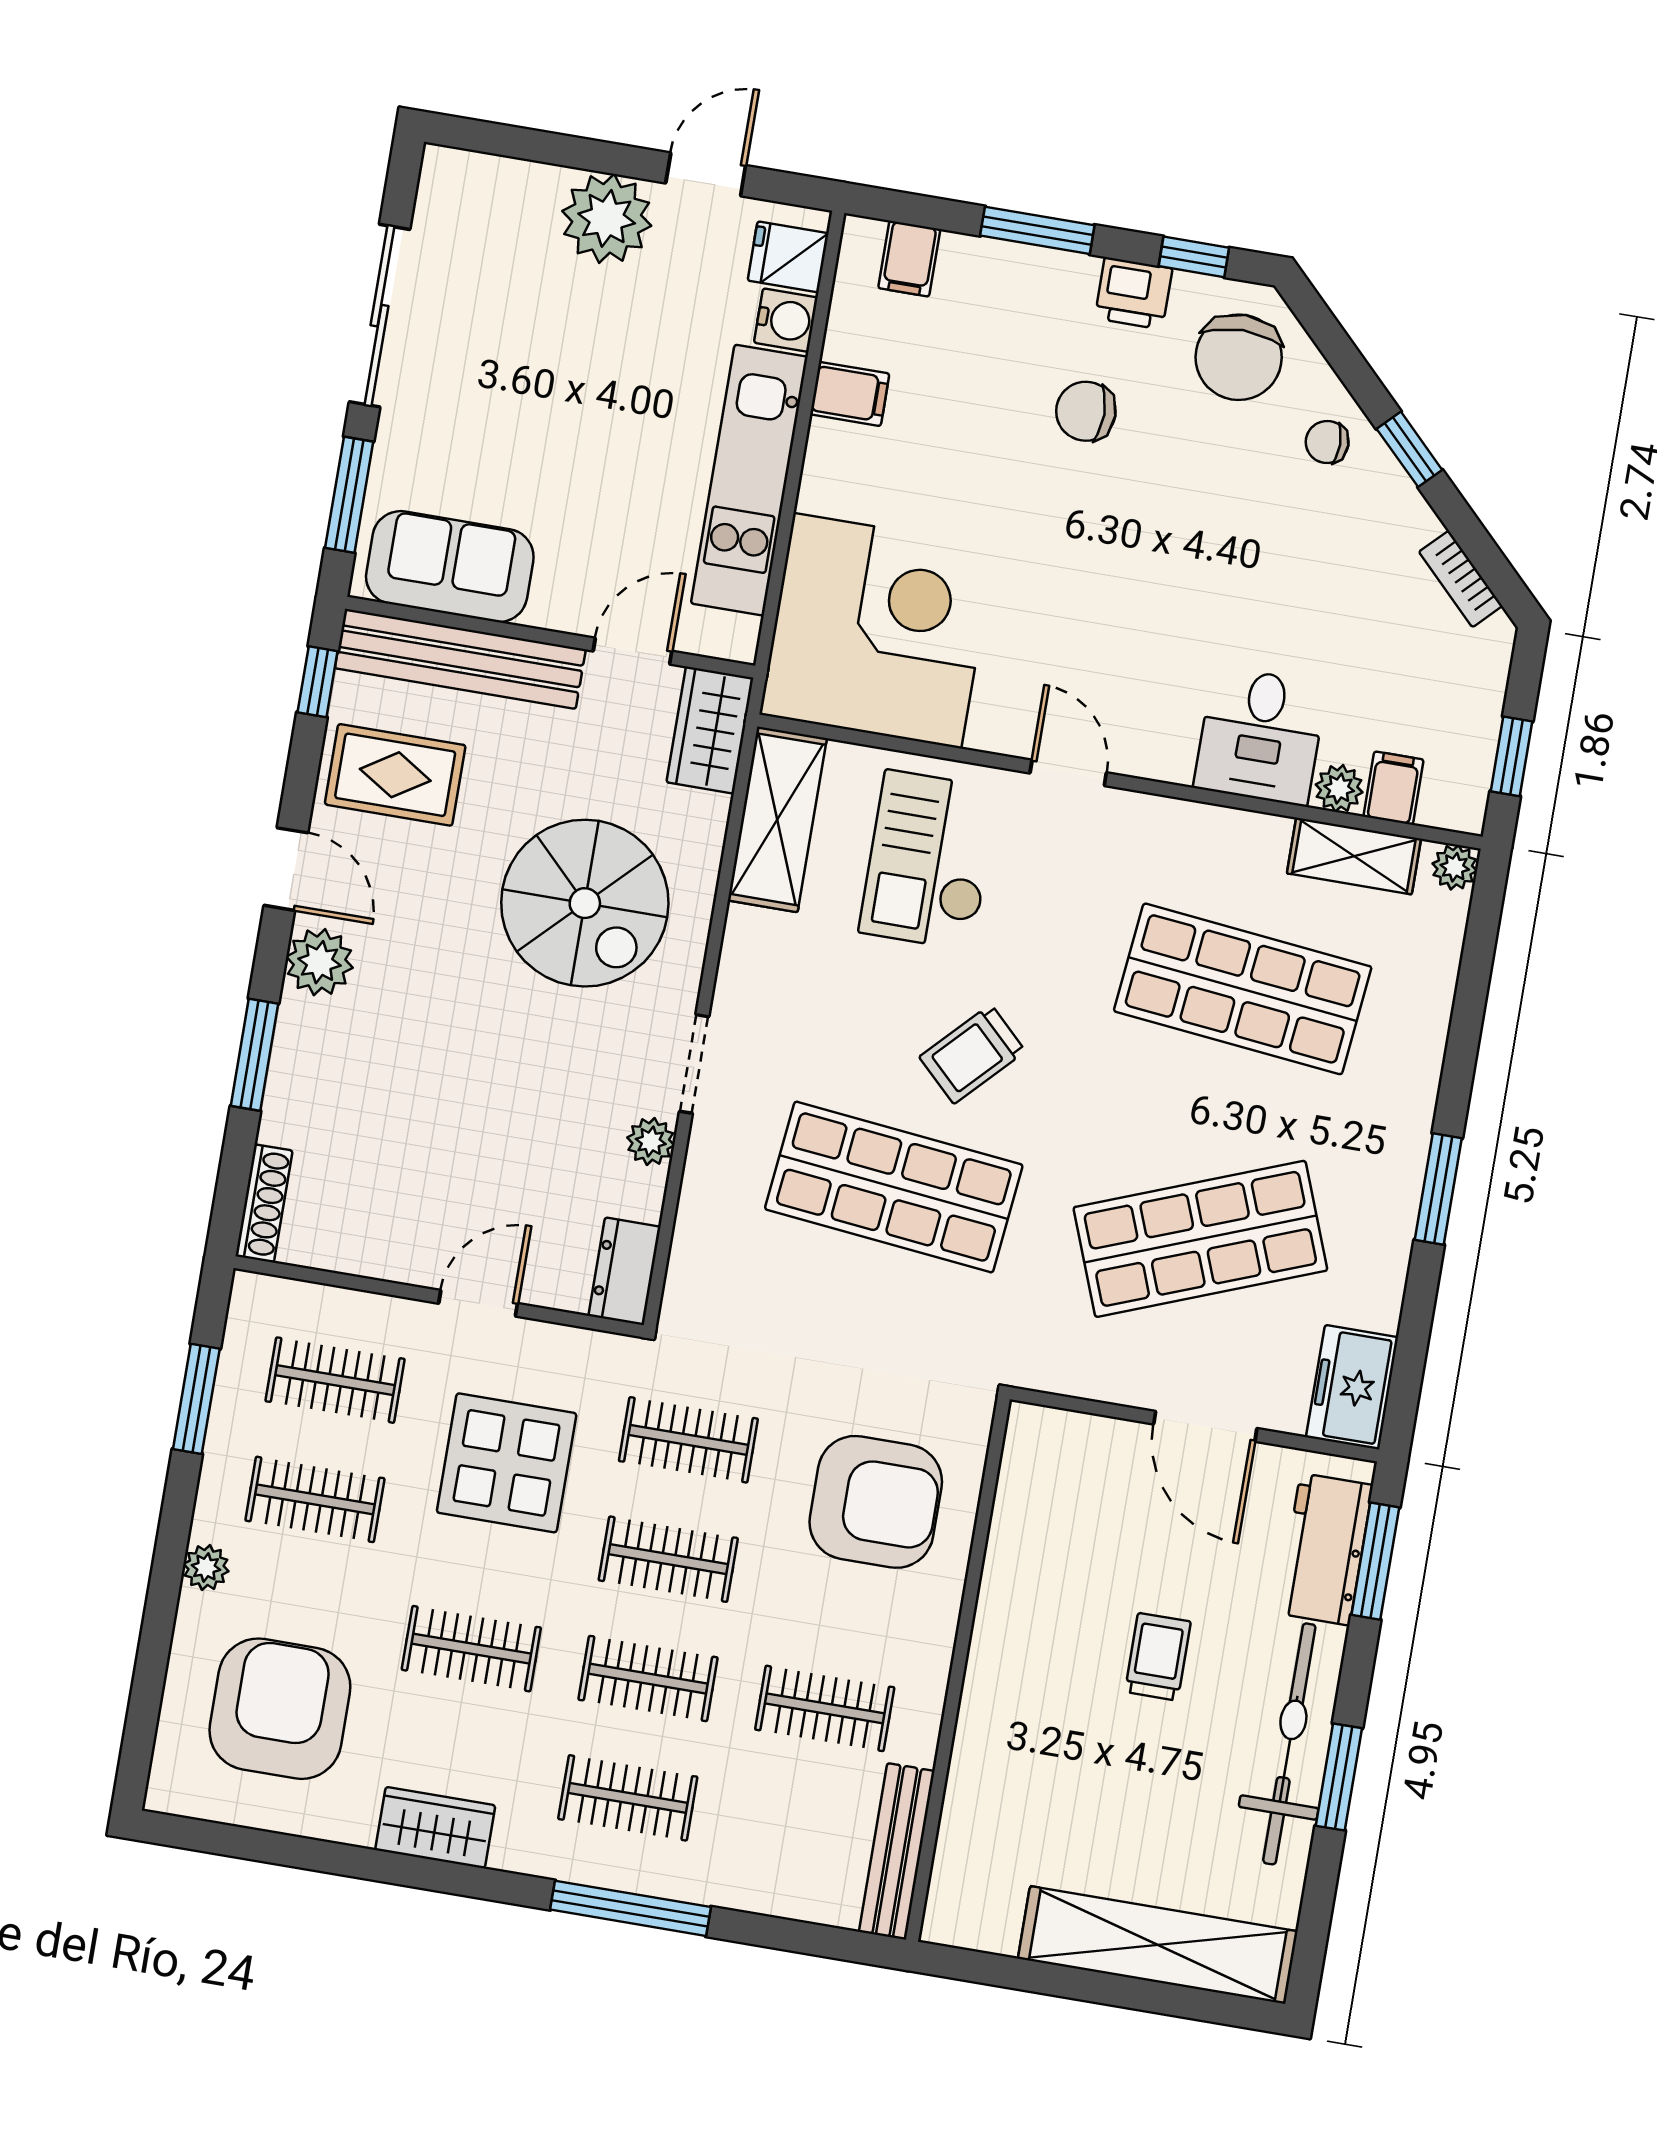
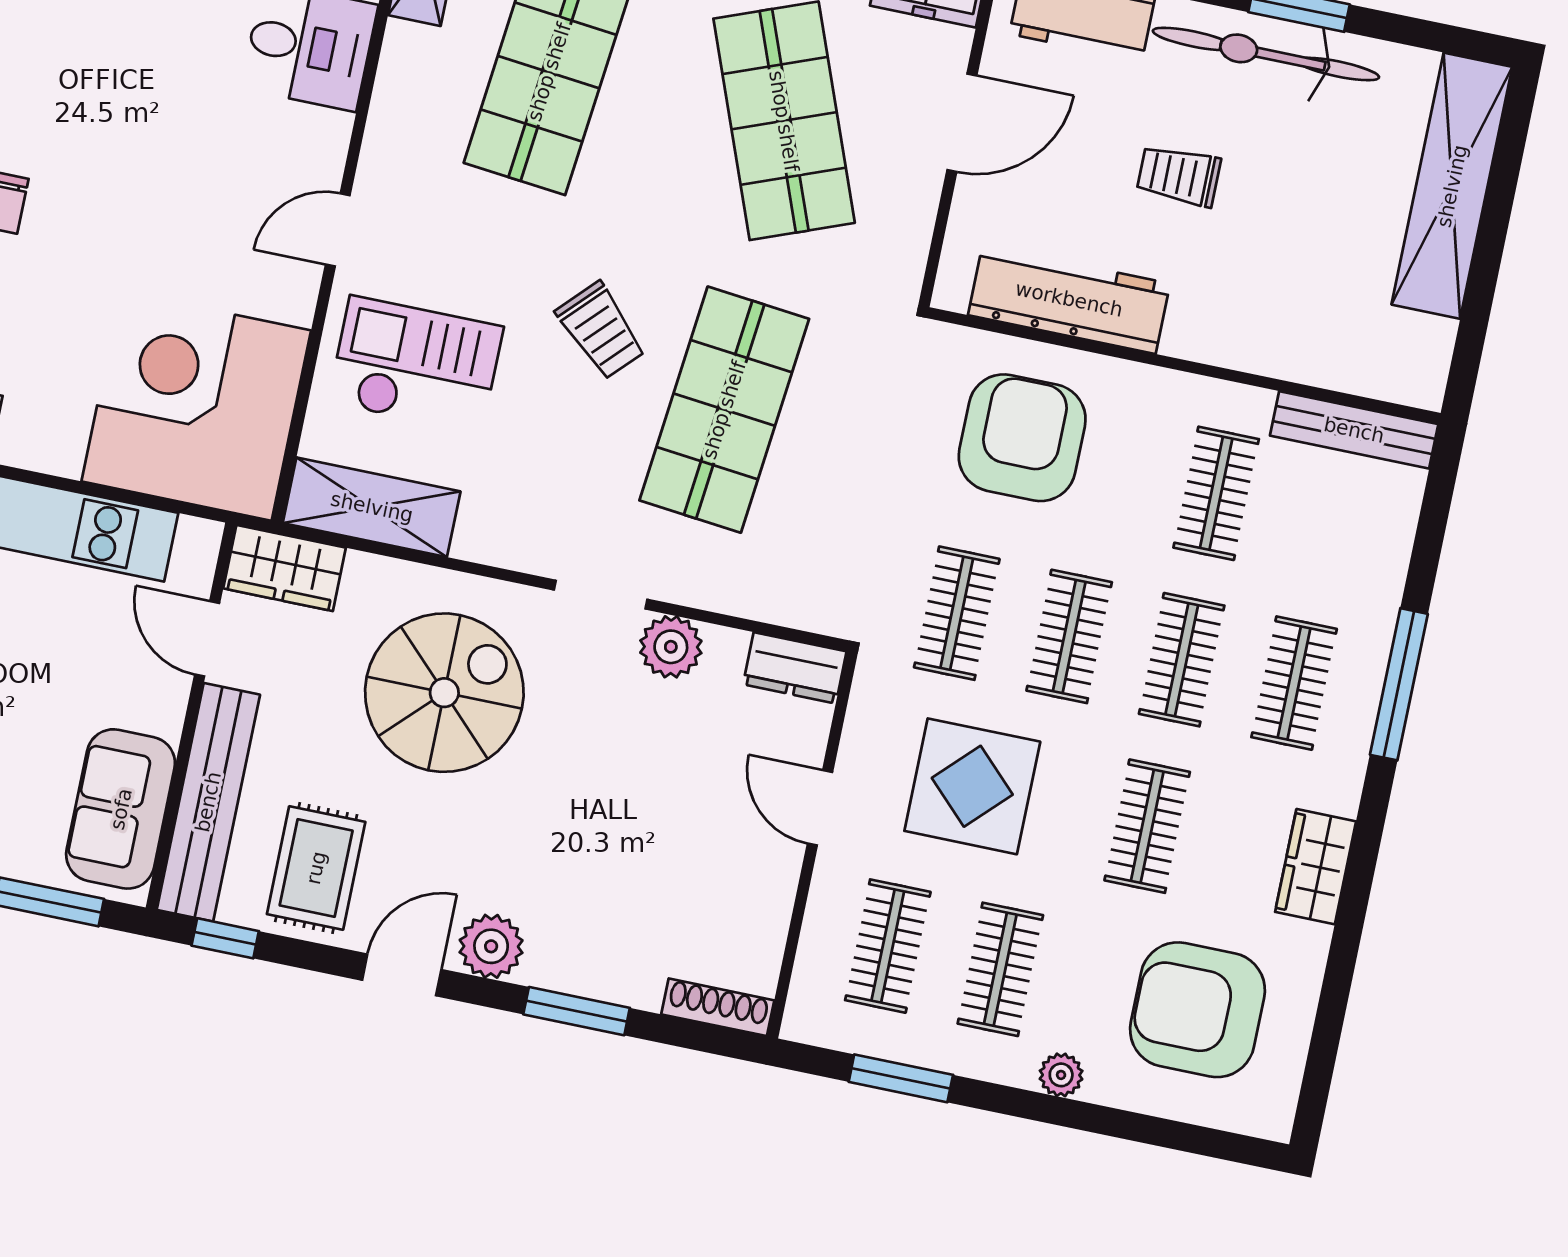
checkout: (929, 860) -> (416, 365), turned 180
plant: (651, 1141) -> (671, 647), width x1.38, depth x1.38
workbench: (1023, 1546) -> (1069, 299), added

